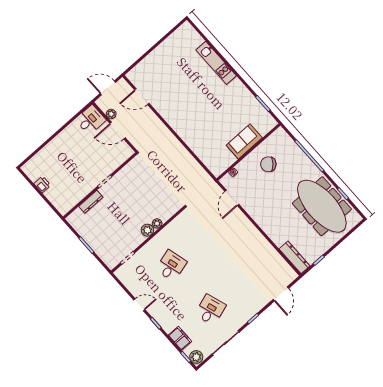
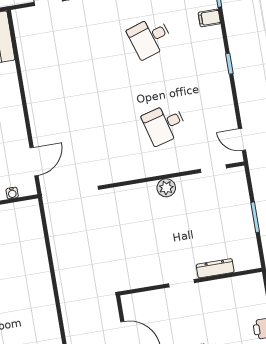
plant: (157, 223) -> (149, 189), removed
door: (139, 305) -> (242, 139), moved
filing cabinet: (180, 338) -> (209, 18), width x0.50

